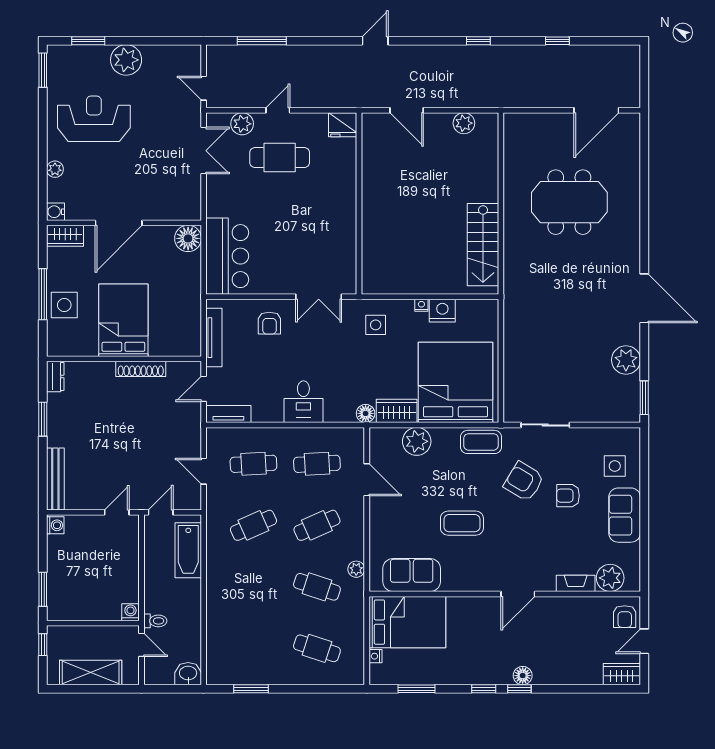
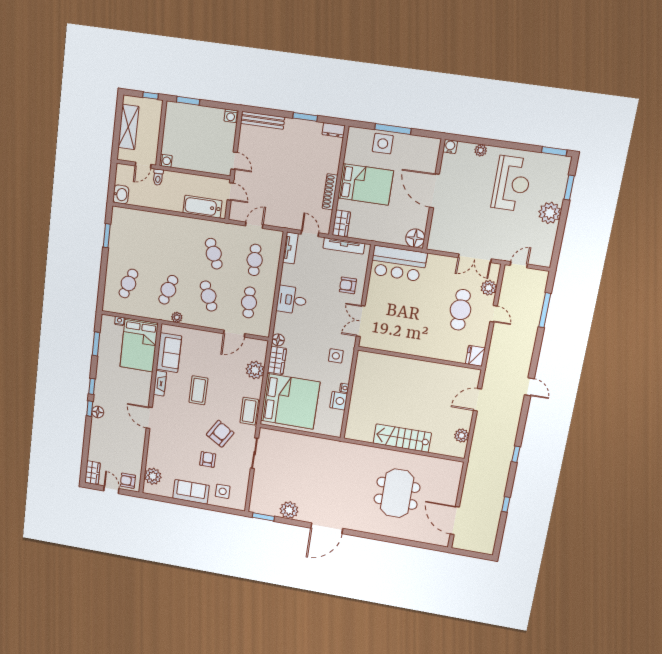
wardrobe: (65, 236) -> (341, 224), moved, turned 180
stairs: (483, 245) -> (402, 438), moved
fireplace: (576, 583) -> (160, 383), moved

